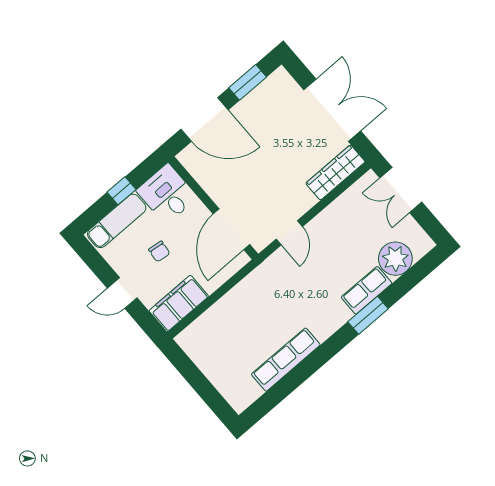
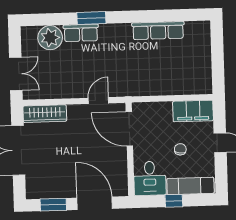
door: (232, 229) -> (129, 129), swing flipped

